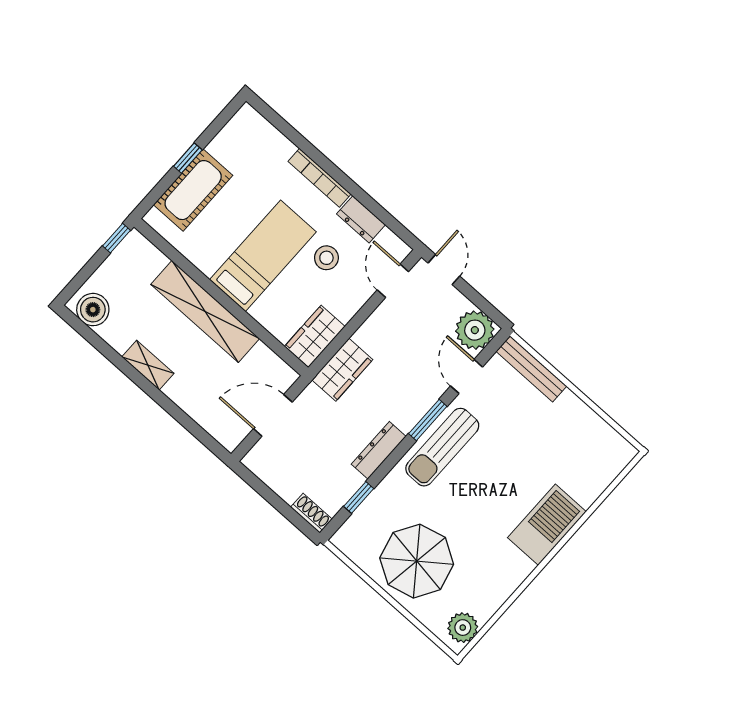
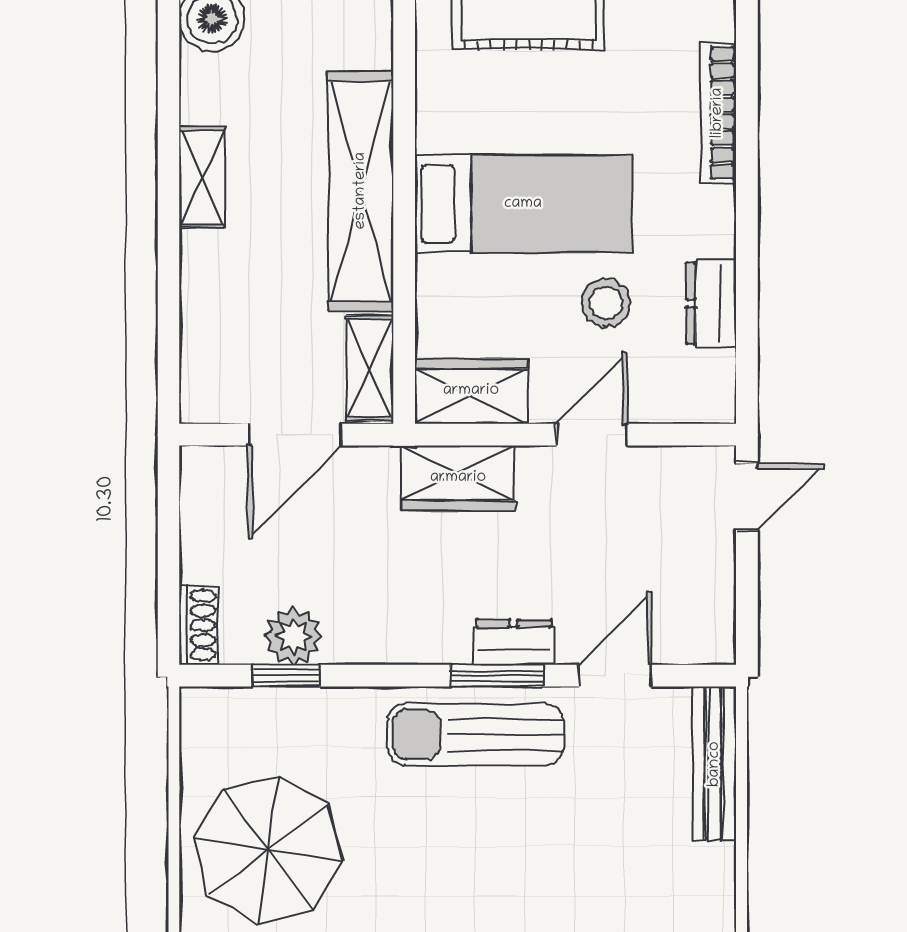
bookcase: (320, 178) -> (718, 113), moved
door: (393, 281) -> (592, 435), moved
plant: (475, 330) -> (293, 636), moved, width x0.73, depth x0.73
shelving: (273, 366) -> (370, 368), added
door: (273, 415) -> (295, 435), swing flipped
dresser: (379, 450) -> (514, 642), moved, width x0.70

